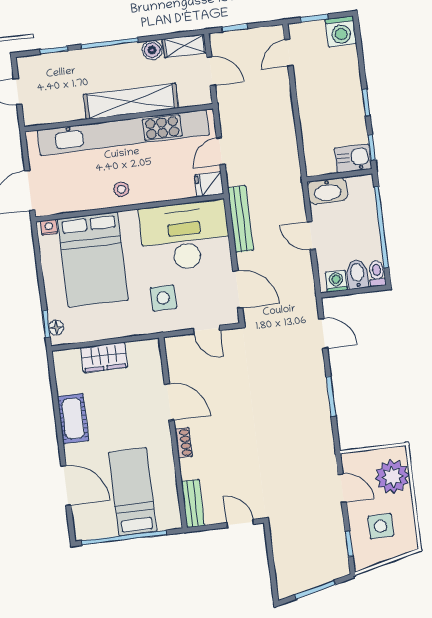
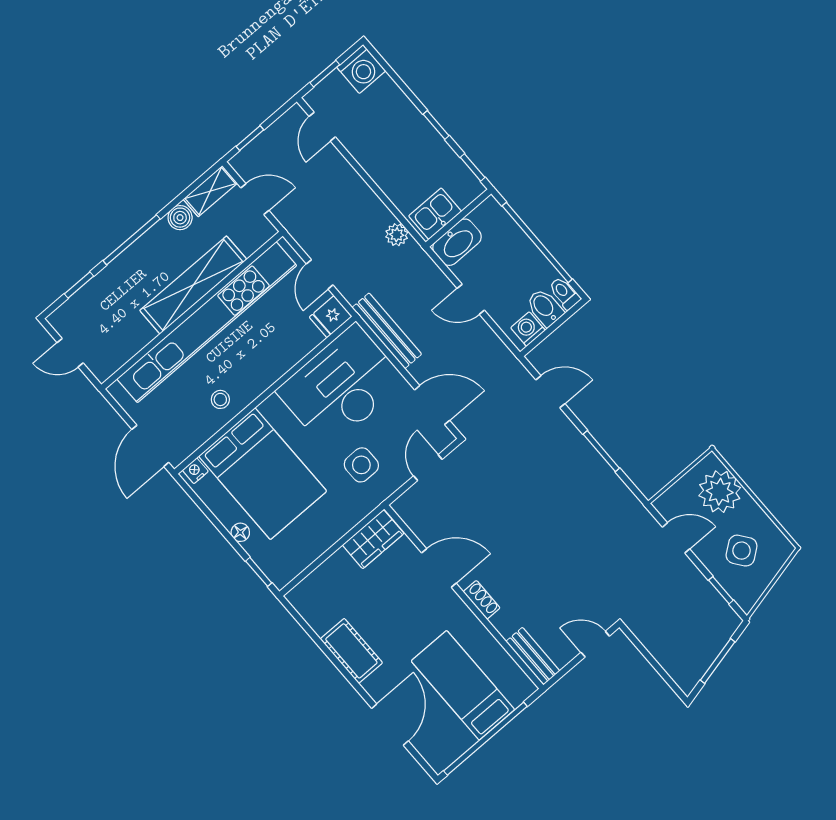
plant: (290, 159) -> (397, 235), added
kitchen sink: (353, 159) -> (435, 214), moved
stool: (121, 189) -> (220, 399), moved
floor lamp: (56, 328) -> (240, 532), moved
door: (207, 330) -> (428, 468), swing flipped
wardrobe: (104, 357) -> (373, 539), moved
door: (66, 486) -> (390, 725), hinge flipped
side table: (381, 526) -> (742, 551), turned -37

